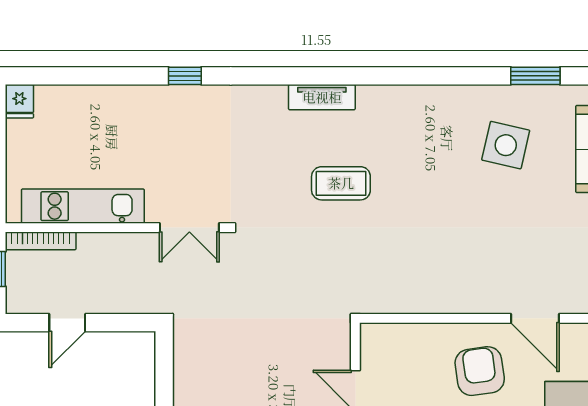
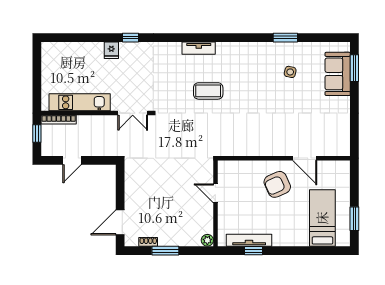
window: (535, 76) -> (285, 38), moved
fridge: (19, 101) -> (111, 50), moved
side table: (506, 145) -> (290, 72), width x0.54, depth x0.54
armchair: (480, 371) -> (277, 184), turned -106

